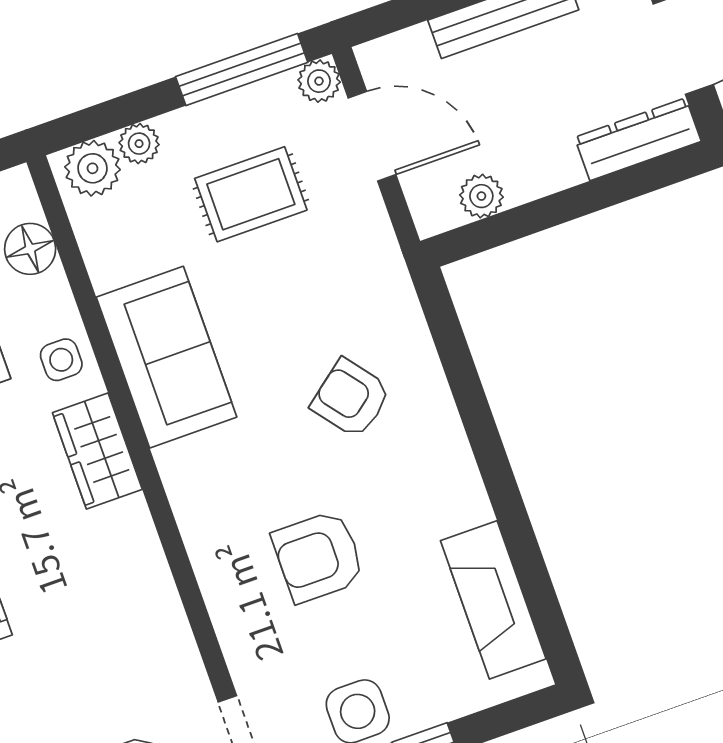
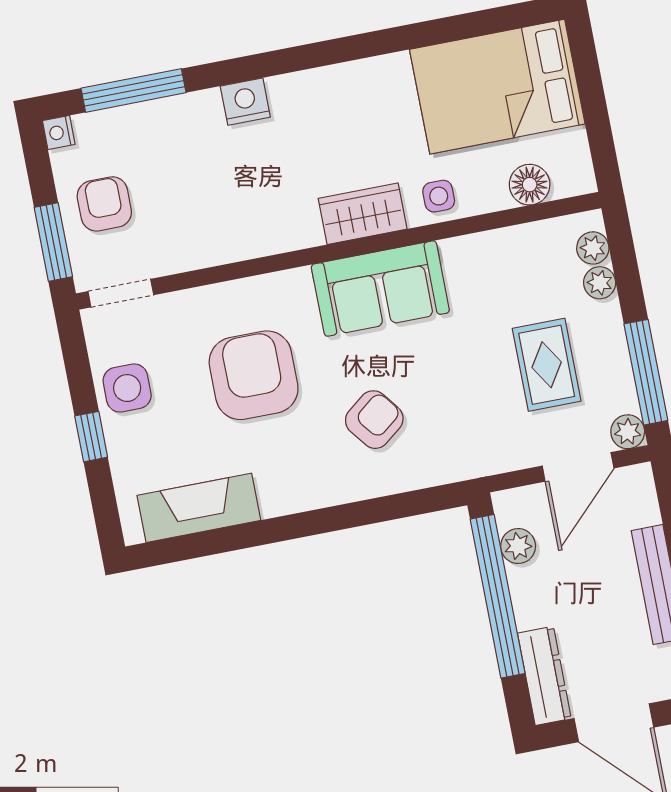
plant: (93, 168) -> (593, 248), width x0.73, depth x0.73
window: (548, 212) -> (498, 596), added
sofa: (166, 357) -> (380, 289), moved
armchair: (318, 557) -> (254, 375), width x1.36, depth x1.36

